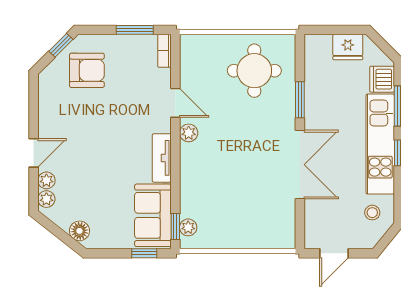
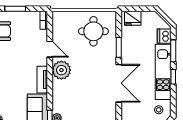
window: (135, 30) -> (15, 9), moved
fridge: (348, 47) -> (133, 18), moved
plant: (189, 133) -> (61, 70), width x1.87, depth x1.87

